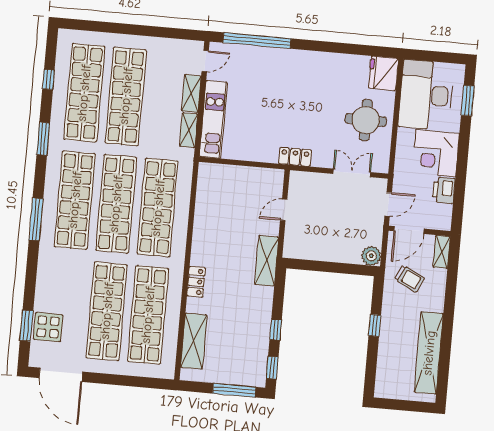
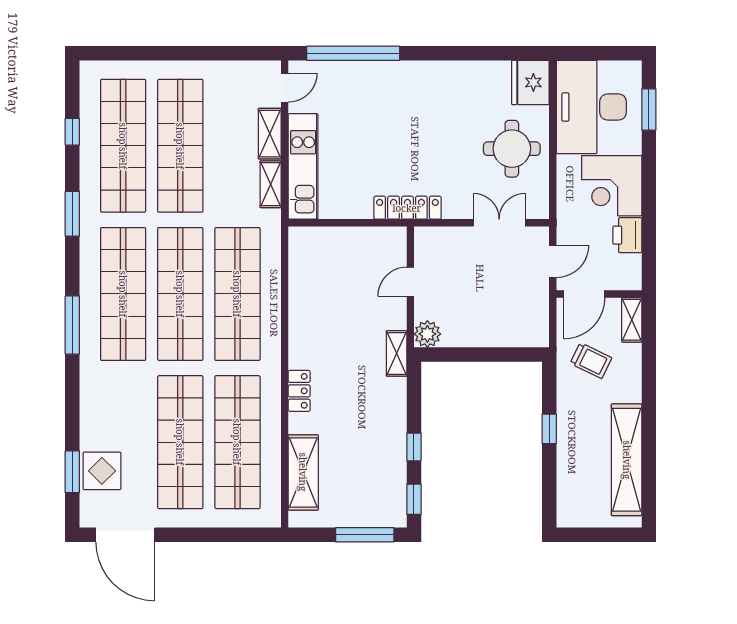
locker: (295, 157) -> (407, 208), width x1.53
plant: (371, 256) -> (427, 334), moved
shelving: (267, 261) -> (397, 353), width x0.67, depth x0.75

